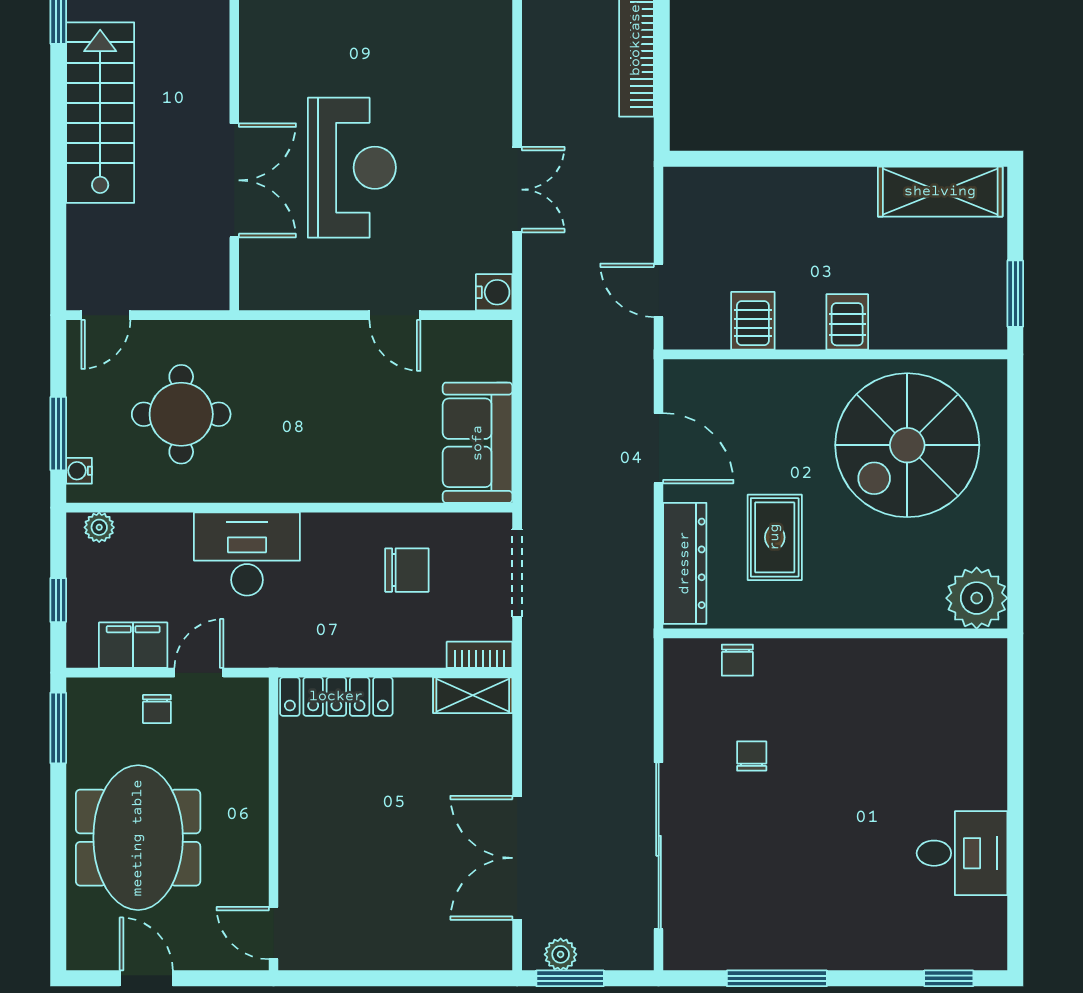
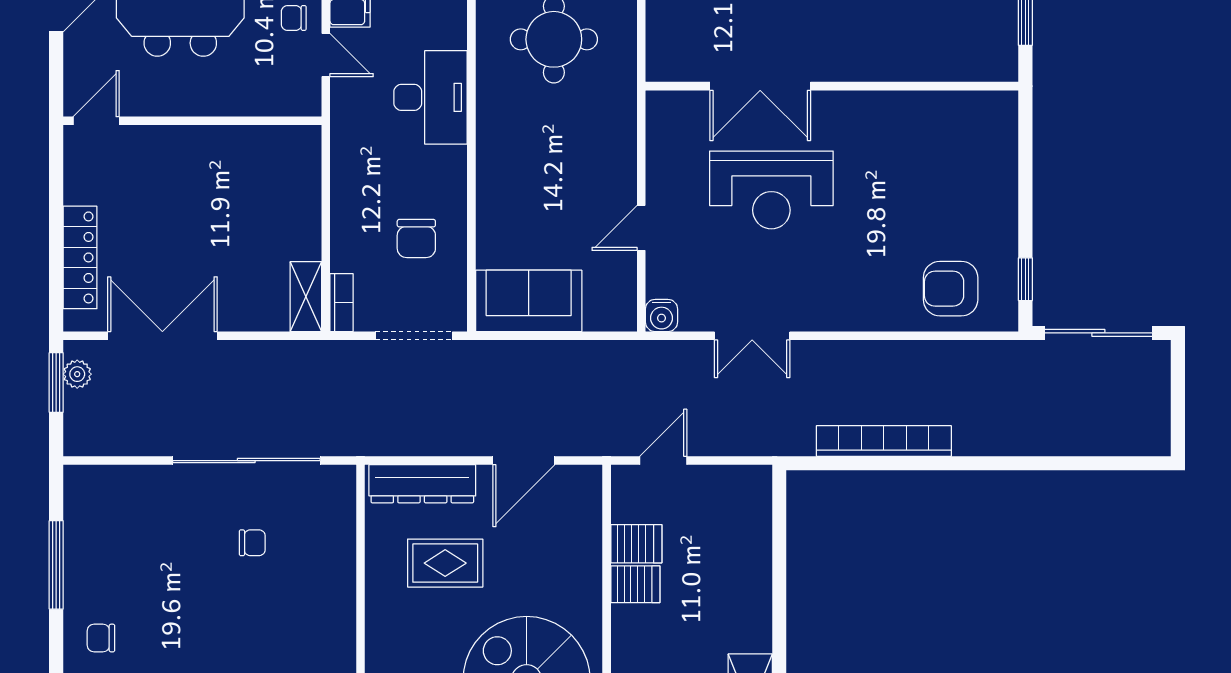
server rack: (847, 322) -> (635, 584), moved
chair: (737, 660) -> (101, 638), moved
locker: (336, 697) -> (80, 257), moved, turned 180
sliding door: (659, 846) -> (246, 461), moved

